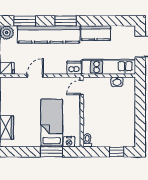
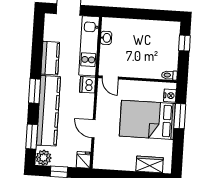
bed: (52, 123) -> (147, 120), width x1.50

